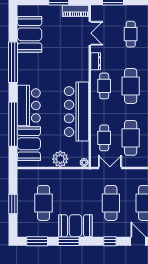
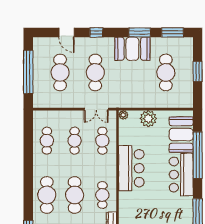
bar counter: (77, 112) -> (131, 168), width x0.73
cafe table: (131, 138) -> (75, 141), width x0.73, depth x0.74

